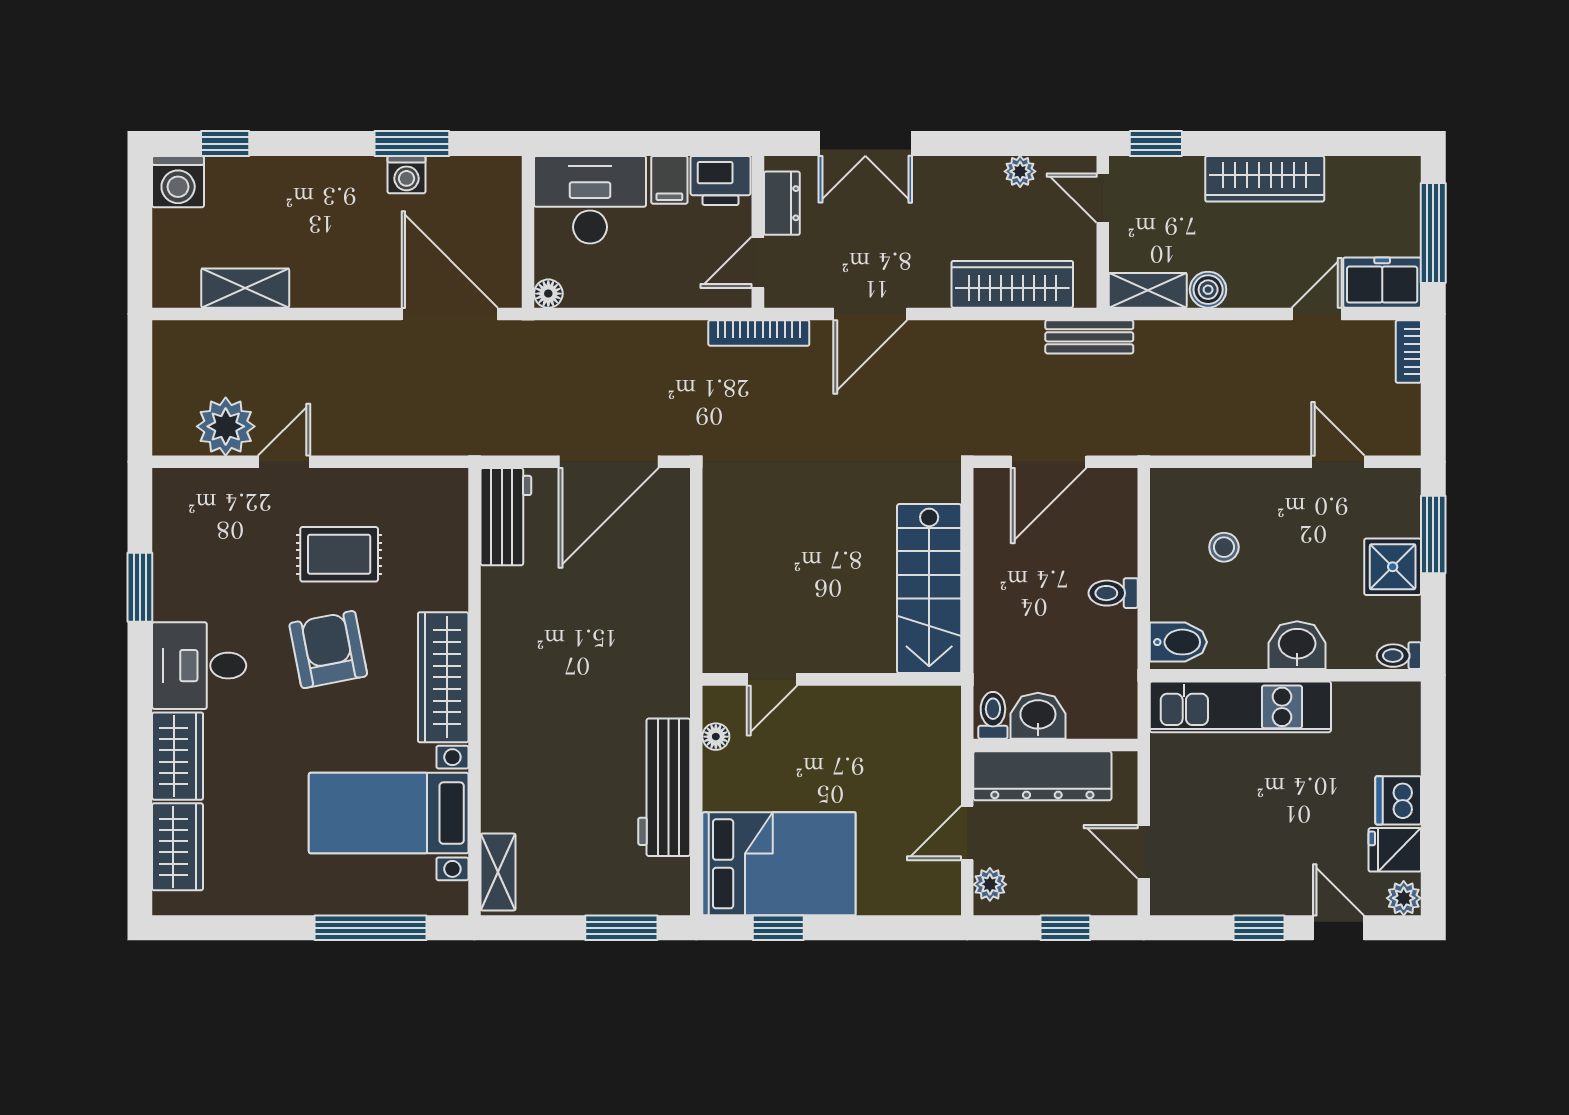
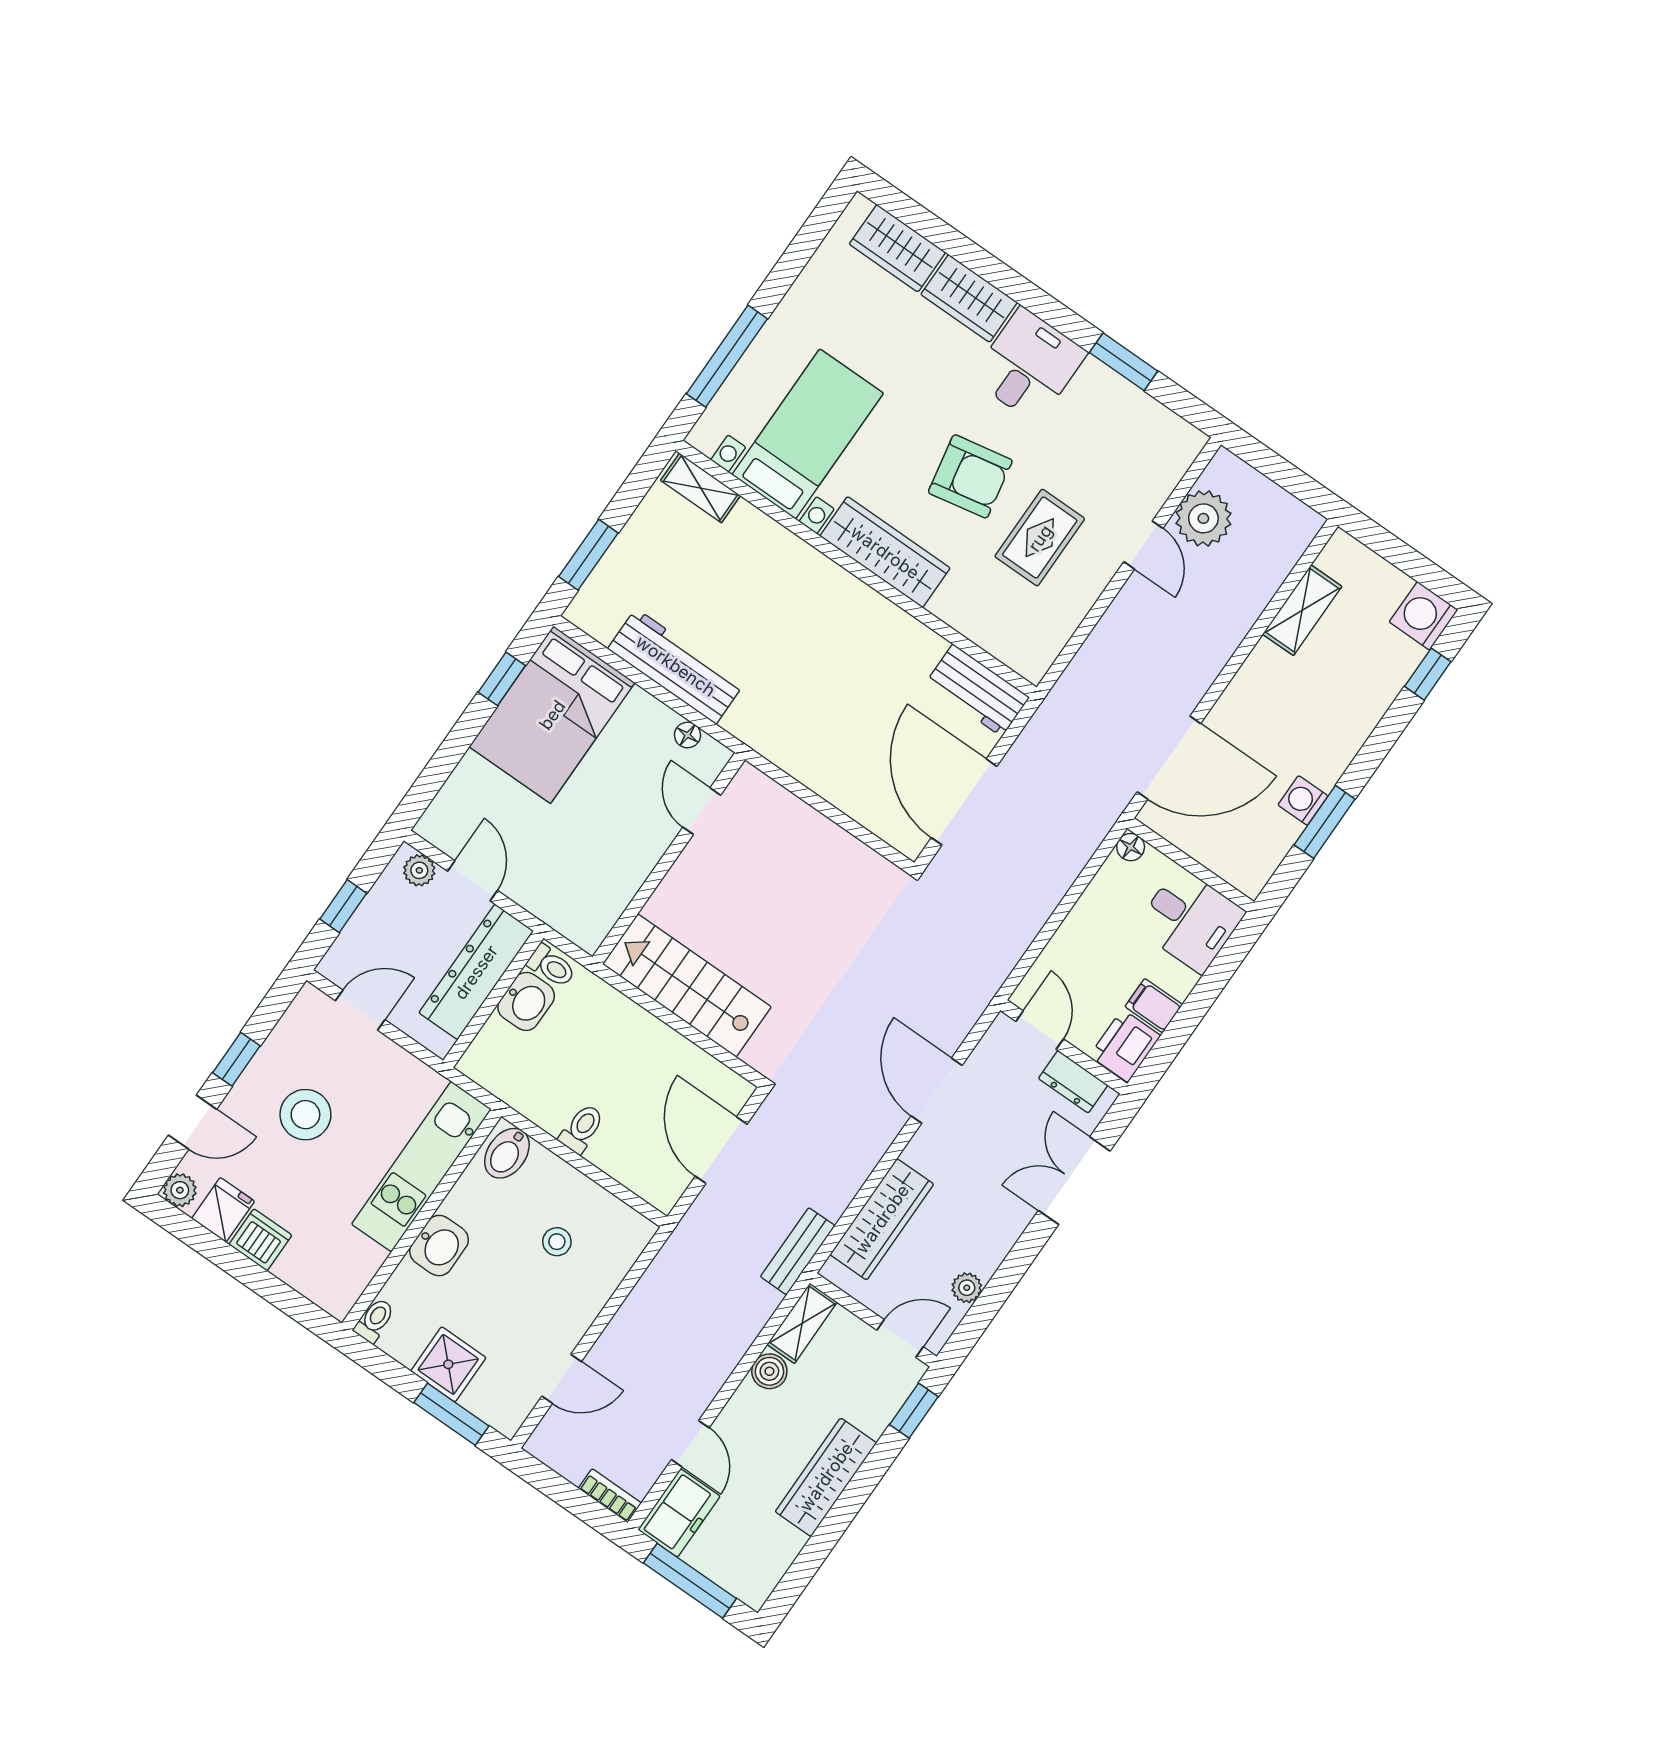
desk: (590, 200) -> (1190, 920), width x0.73
bookcase: (759, 333) -> (983, 992), removed
stool: (1265, 836) -> (305, 1115), added

